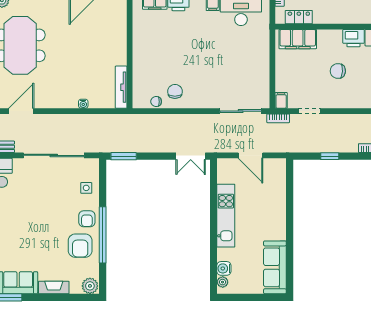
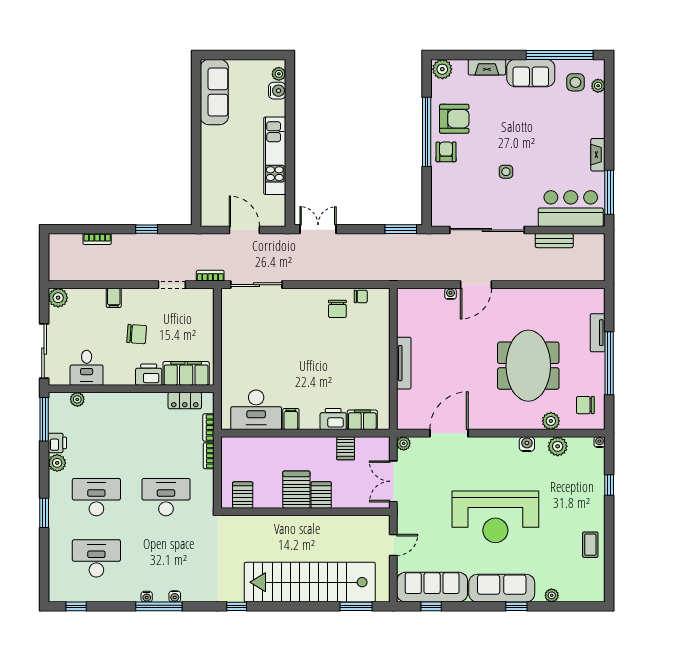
printer: (353, 38) -> (149, 375), moved
tv unit: (121, 87) -> (404, 363), moved
filing cabinet: (281, 100) -> (114, 298), moved
door: (21, 111) -> (476, 285), moved
side table: (86, 188) -> (506, 172), moved
armchair: (80, 246) -> (454, 119), turned 90

